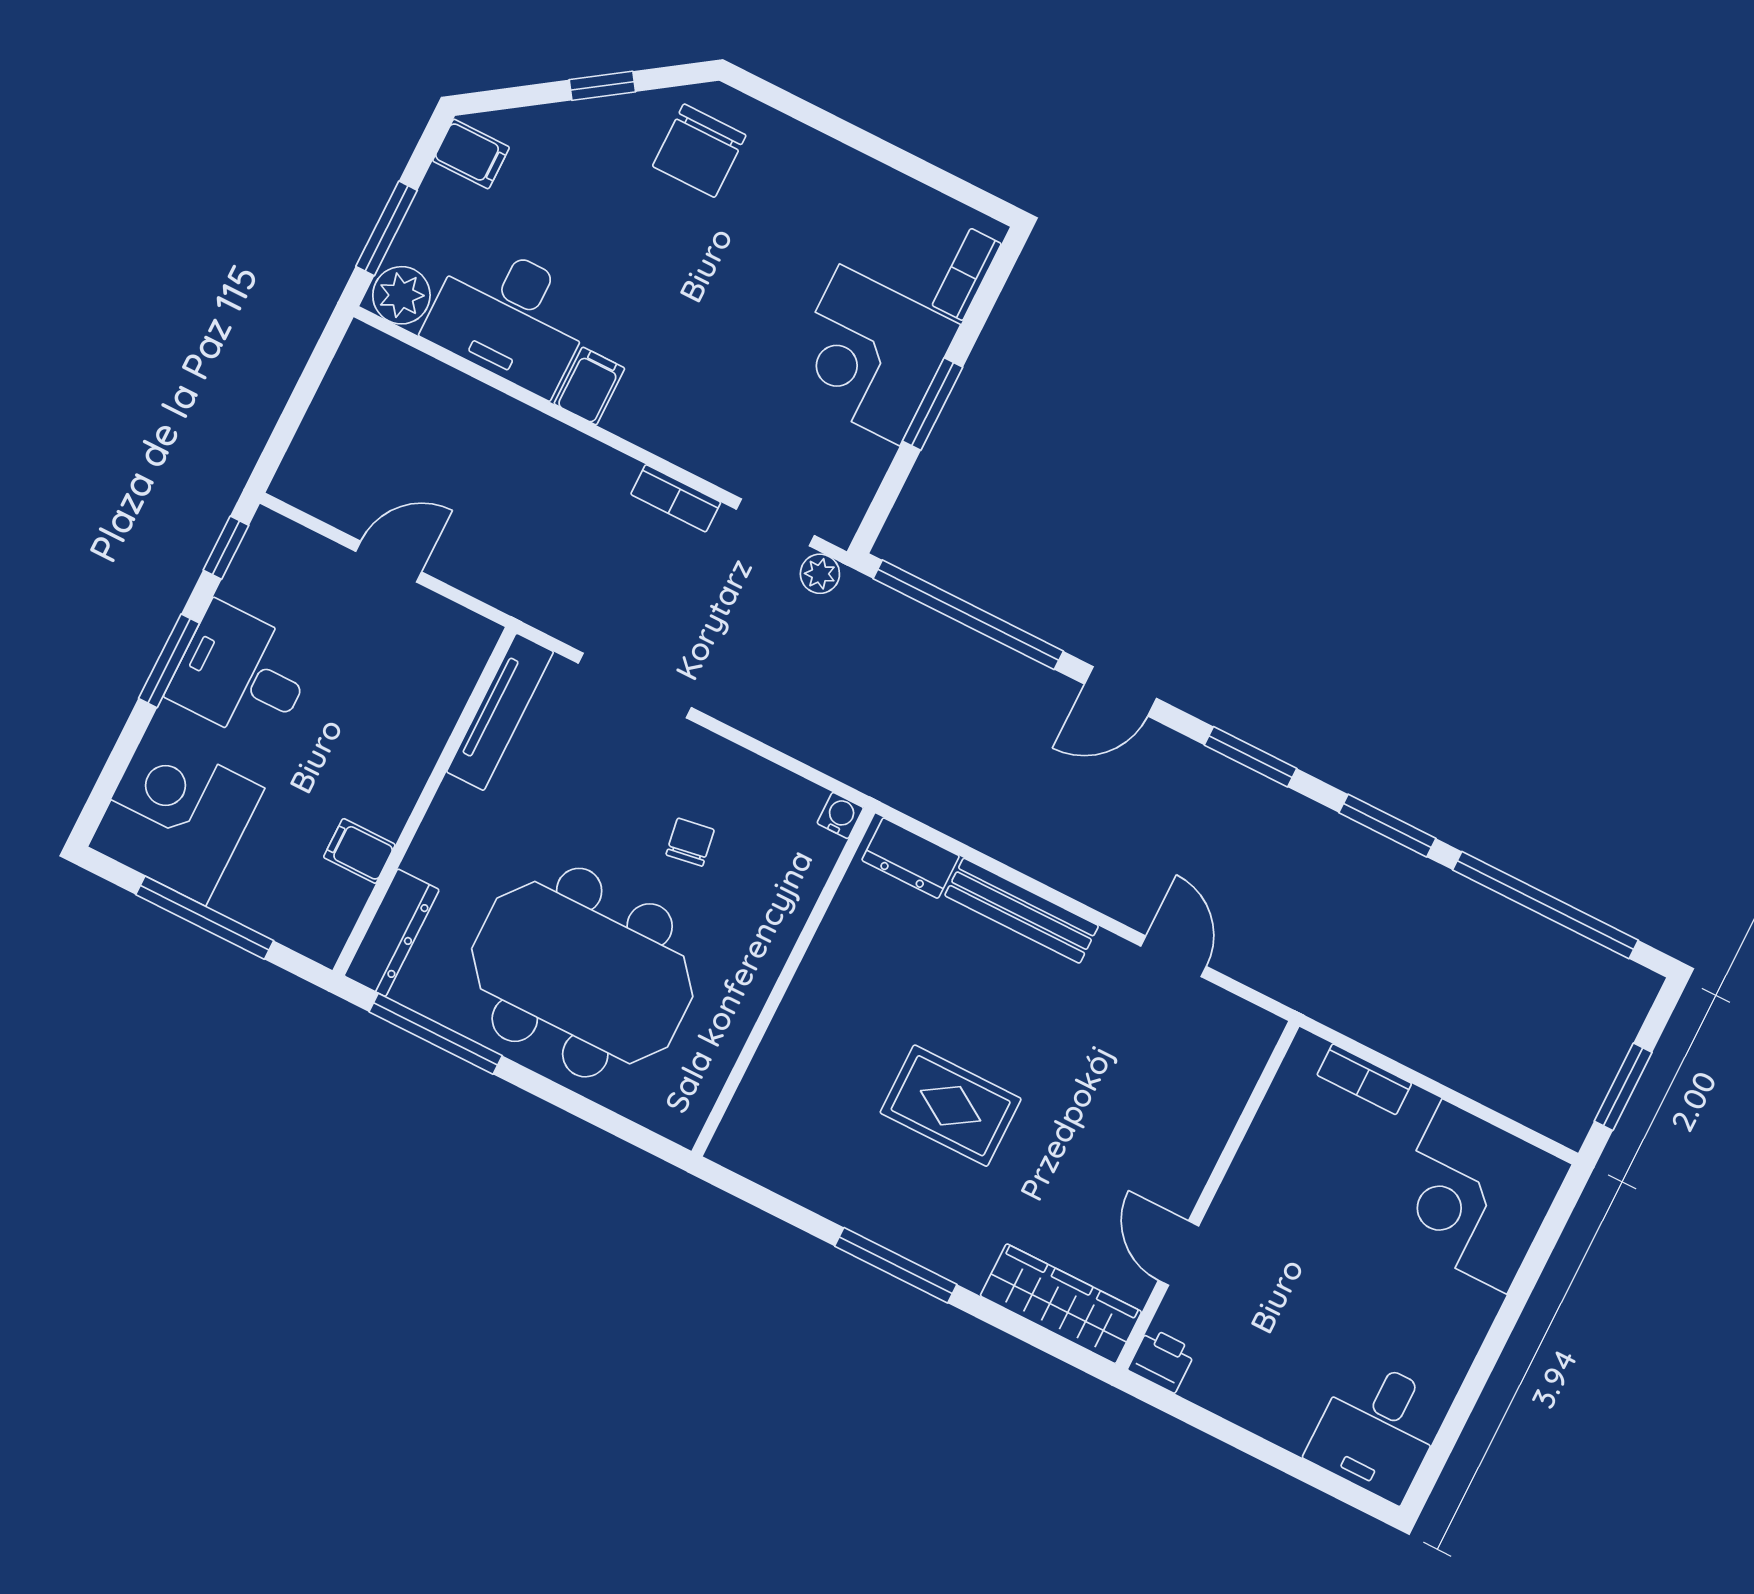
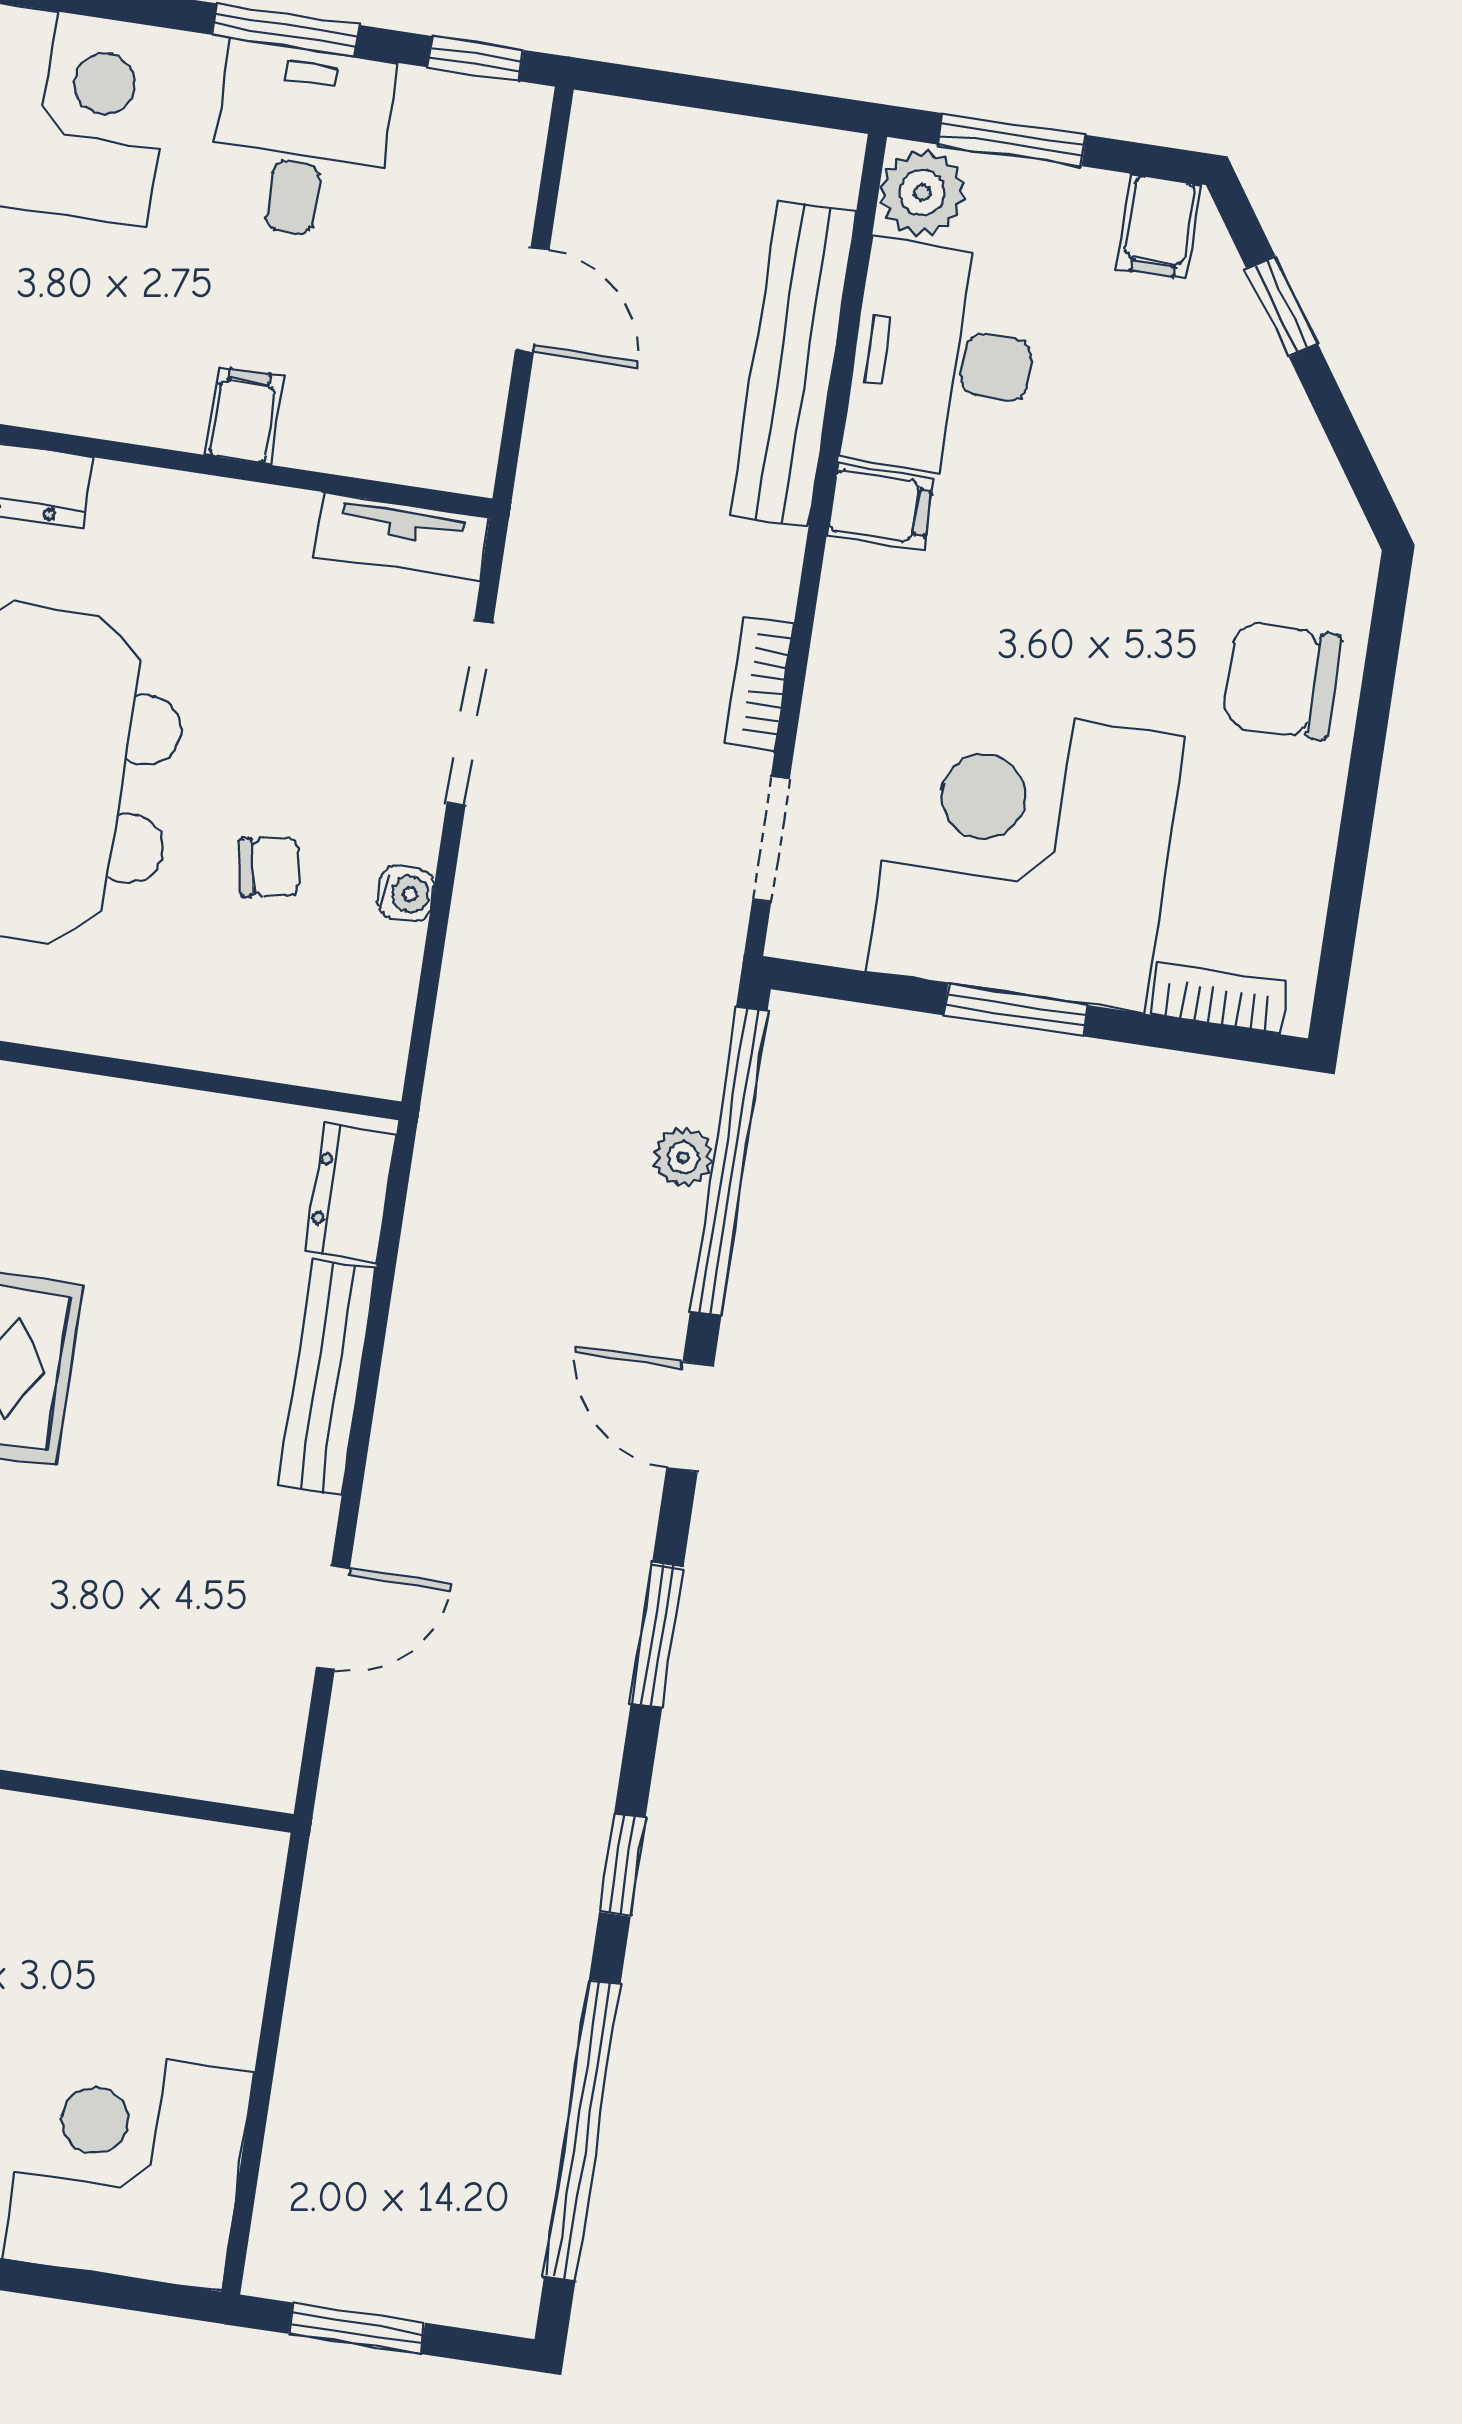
window: (602, 86) -> (1282, 306), moved
chair: (699, 151) -> (1282, 680), moved
corner desk: (870, 355) -> (1026, 854), width x1.36, depth x1.36
bench: (482, 411) -> (793, 364), added
plant: (820, 574) -> (683, 1157), moved
tv unit: (500, 712) -> (402, 536), width x0.71
water cooler: (840, 815) -> (406, 894), moved
window: (1387, 826) -> (622, 1865), width x0.67
filing cabinet: (359, 851) -> (243, 416), moved
bookcase: (1364, 1079) -> (246, 1951), removed

